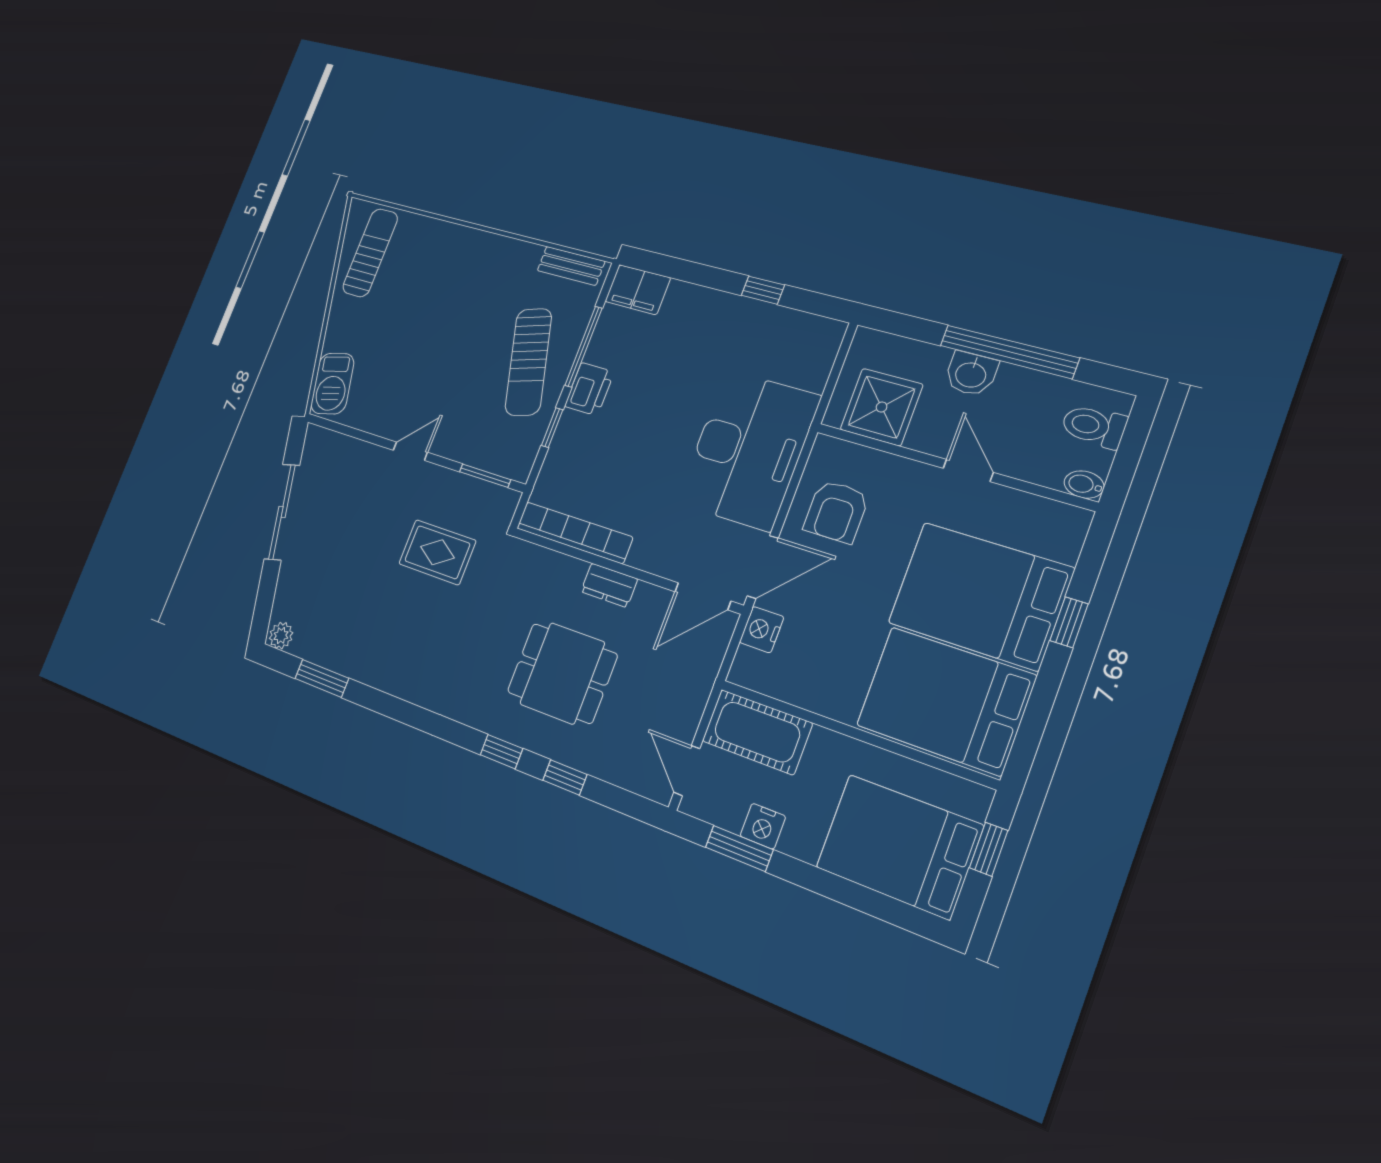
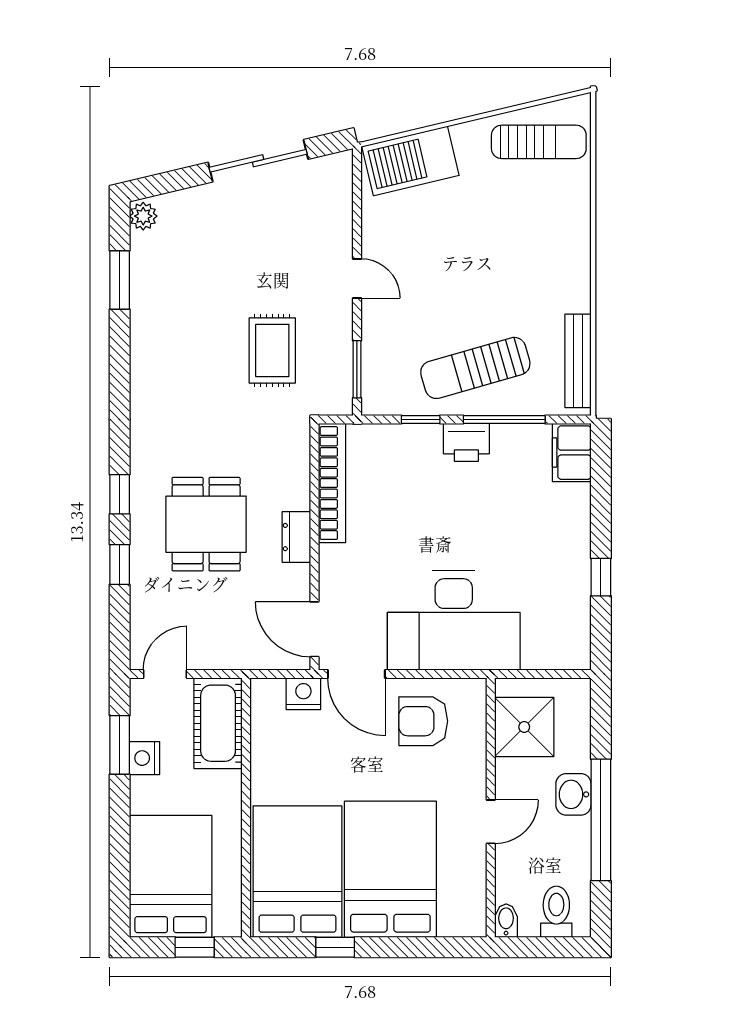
bench: (571, 266) -> (578, 361), width x1.36
barbecue: (332, 384) -> (410, 161), width x1.37, depth x1.21
window: (1069, 622) -> (335, 947), moved

